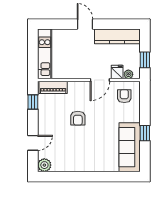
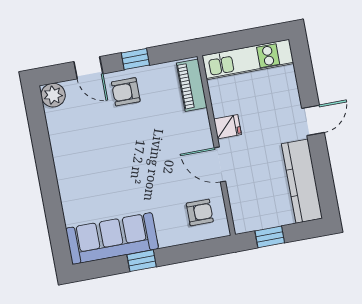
fridge: (117, 72) -> (227, 127), moved
plant: (128, 74) -> (239, 213), removed
window: (33, 102) -> (135, 59), moved
armchair: (78, 118) -> (126, 92), moved

